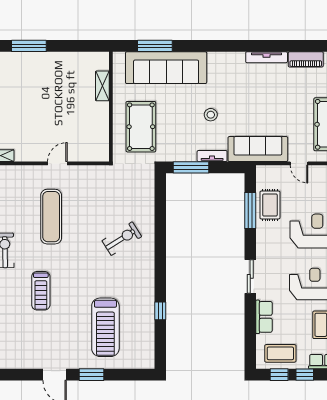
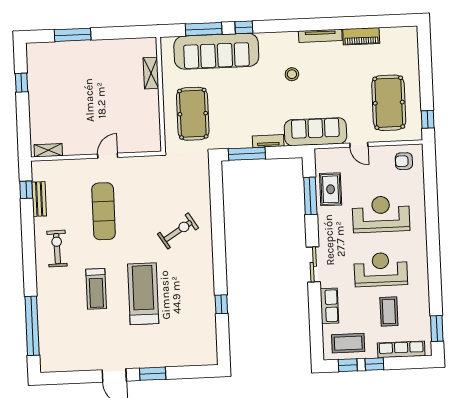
window: (193, 46) -> (244, 27), added
stool: (211, 115) -> (292, 74), moved
treadmill: (105, 327) -> (143, 294), moved, turned 180

